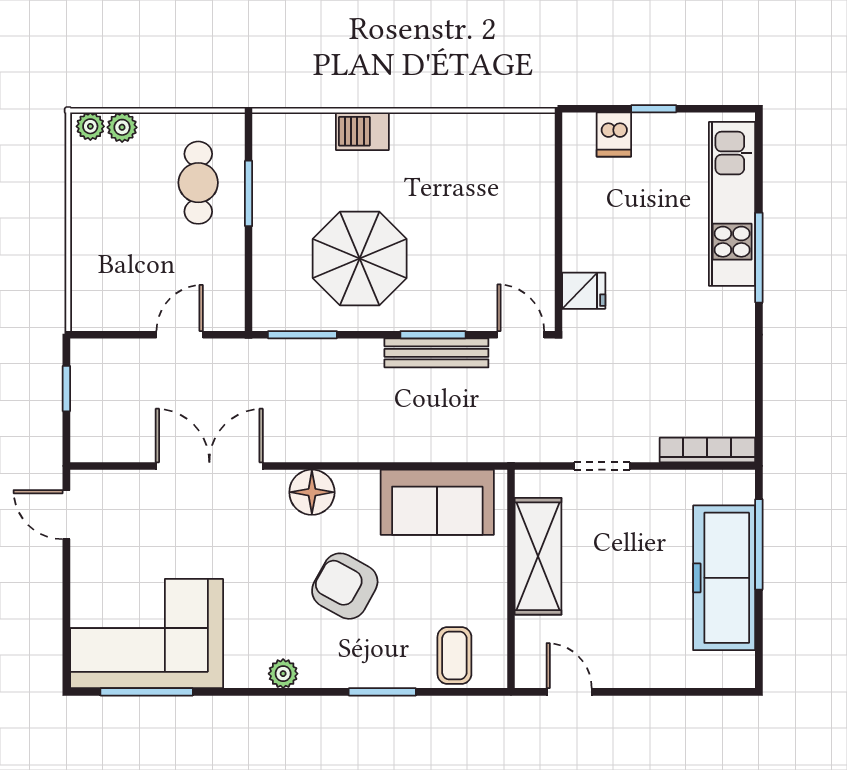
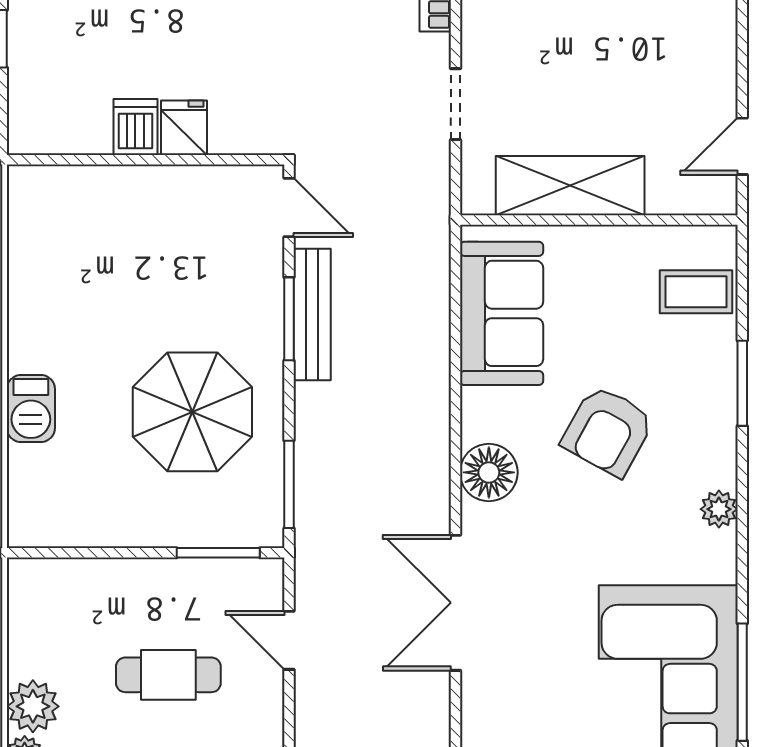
plant: (122, 127) -> (33, 706), width x1.38, depth x1.38
dishwasher: (614, 135) -> (135, 127), moved, turned -90
cafe table: (198, 183) -> (168, 675), moved
window: (249, 193) -> (218, 553), moved
fridge: (584, 291) -> (184, 128), moved
door: (521, 335) -> (289, 207), swing flipped

